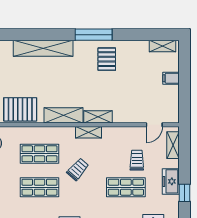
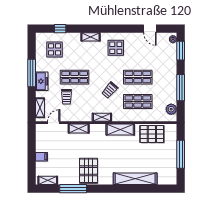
window: (94, 35) -> (73, 189), moved
pallet: (107, 59) -> (89, 171), width x1.50, depth x1.42
shelving: (98, 117) -> (79, 129), moved
window: (185, 193) -> (32, 73), width x2.17

